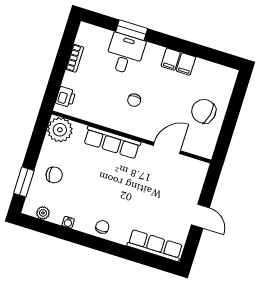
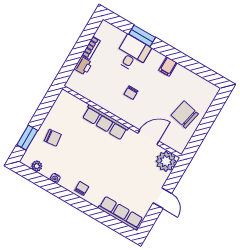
filing cabinet: (186, 64) -> (179, 73), removed
printer: (66, 97) -> (83, 66), moved
plant: (60, 130) -> (166, 161), moved

